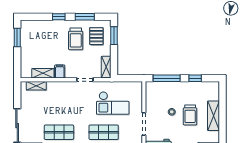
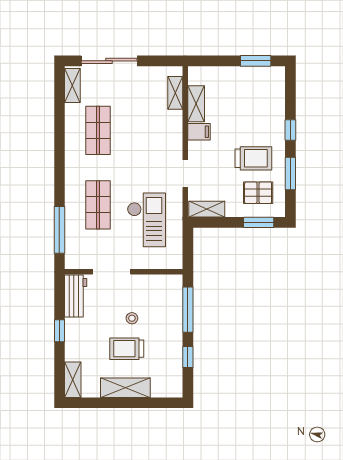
trolley: (76, 39) -> (253, 158), turned 180
checkout: (113, 103) -> (146, 220), turned 180

